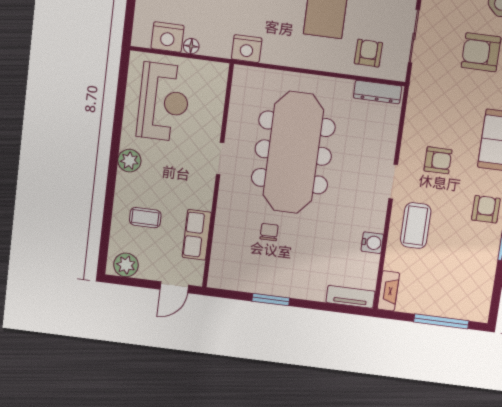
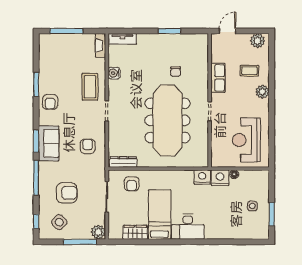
nightstand: (168, 37) -> (220, 178), moved
armchair: (438, 160) -> (88, 146), moved, turned 90
plant: (129, 161) -> (262, 92), moved
row of seats: (197, 235) -> (218, 78), moved

